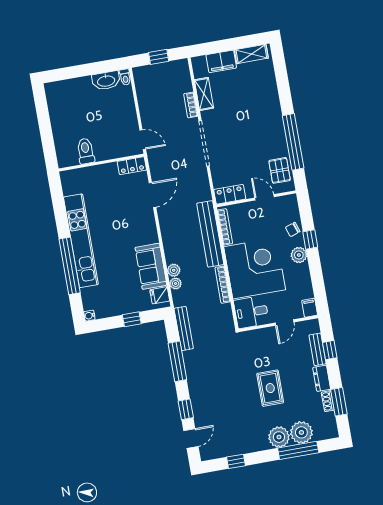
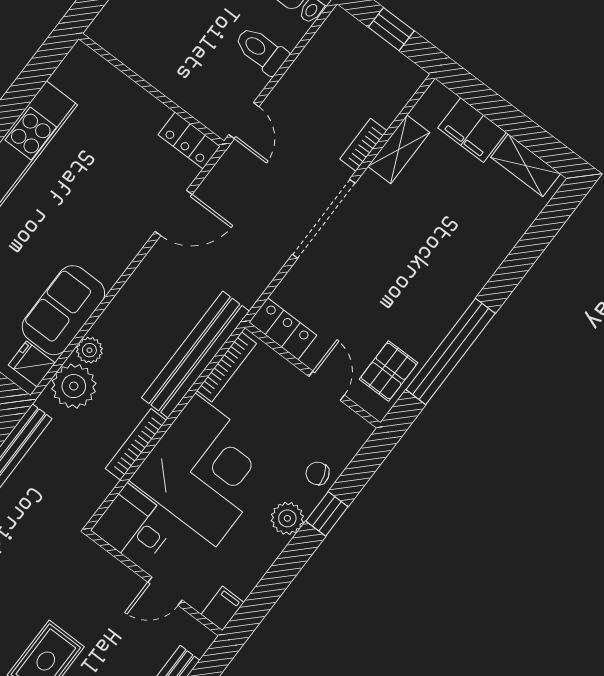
toilet: (86, 151) -> (261, 50), moved, turned -90
plant: (176, 283) -> (74, 386), width x1.87, depth x1.87

